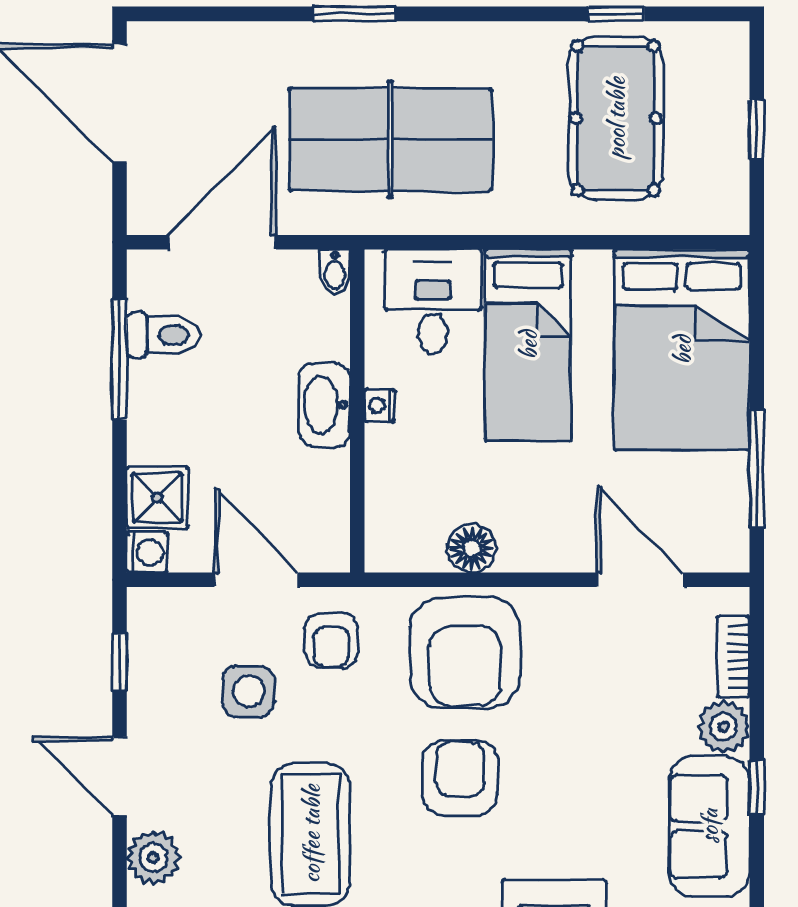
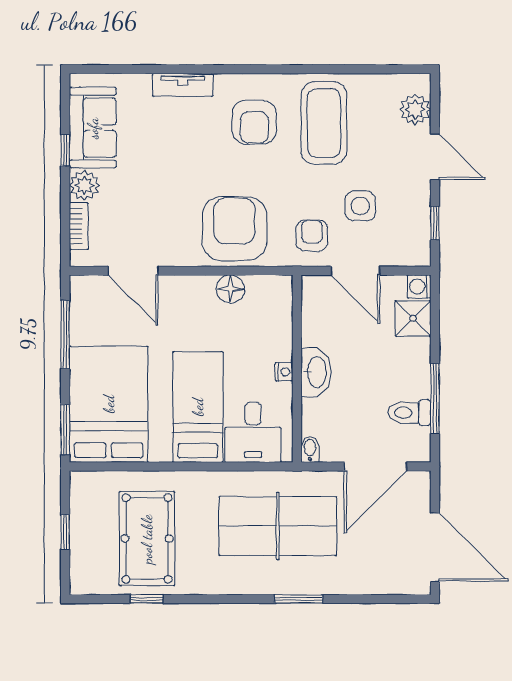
window: (757, 306) -> (65, 430), added
armchair: (460, 778) -> (254, 122), moved

